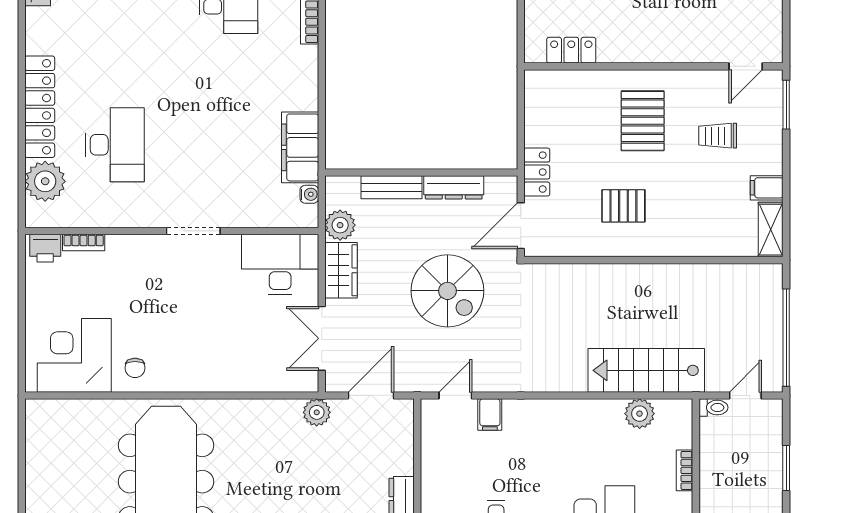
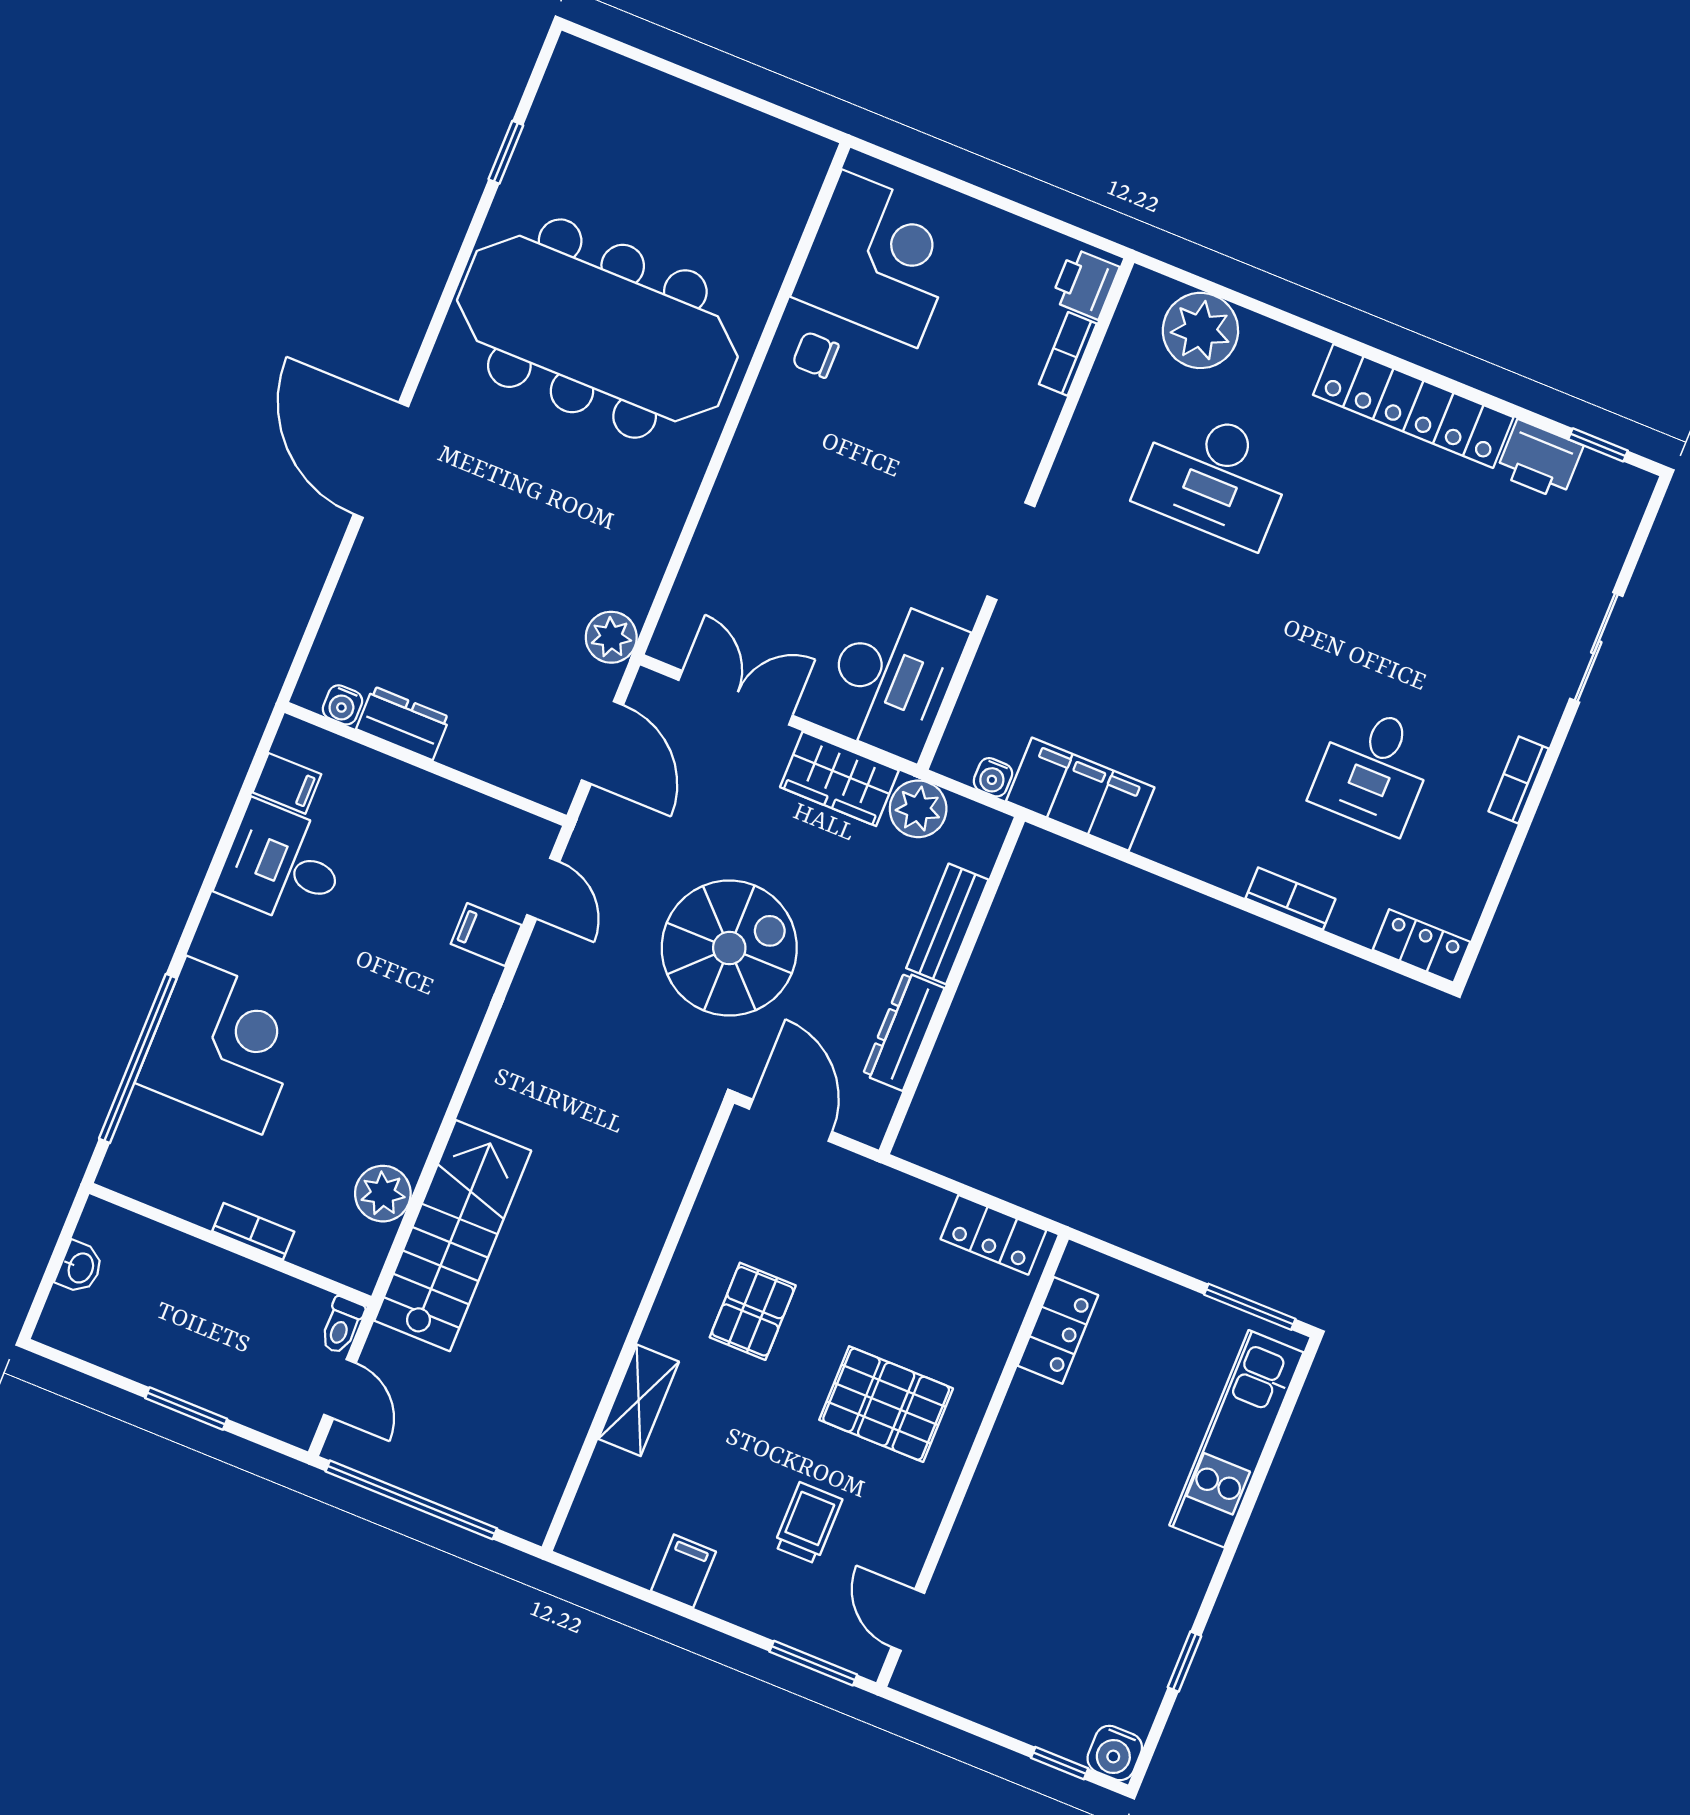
locker: (40, 107) -> (1413, 406), moved
locker: (537, 172) -> (993, 1235), moved
shelving: (771, 230) -> (639, 1400), moved, turned 90
spiral stairs: (447, 291) -> (729, 948), turned 180

